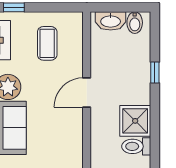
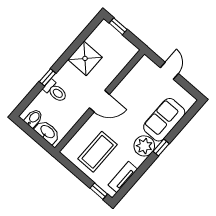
coffee table: (47, 43) -> (98, 152), width x1.36, depth x1.32
toilet: (136, 146) -> (55, 91), moved

